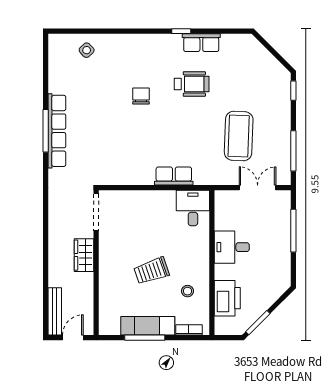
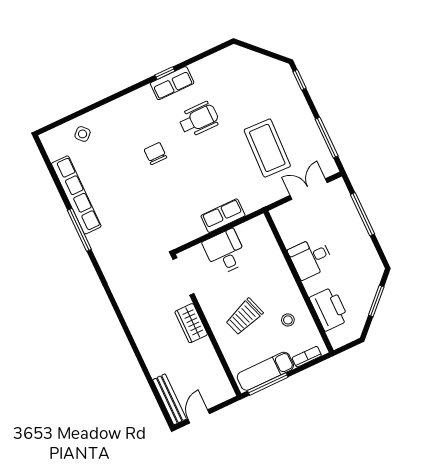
row of seats: (201, 43) -> (172, 83), moved
row of seats: (57, 131) -> (76, 195), moved
desk: (193, 208) -> (225, 252), moved
doorway: (96, 212) -> (183, 276), moved
wardrobe: (84, 255) -> (191, 323), moved
wall: (96, 263) -> (206, 325), moved
window: (258, 323) -> (376, 301), moved

